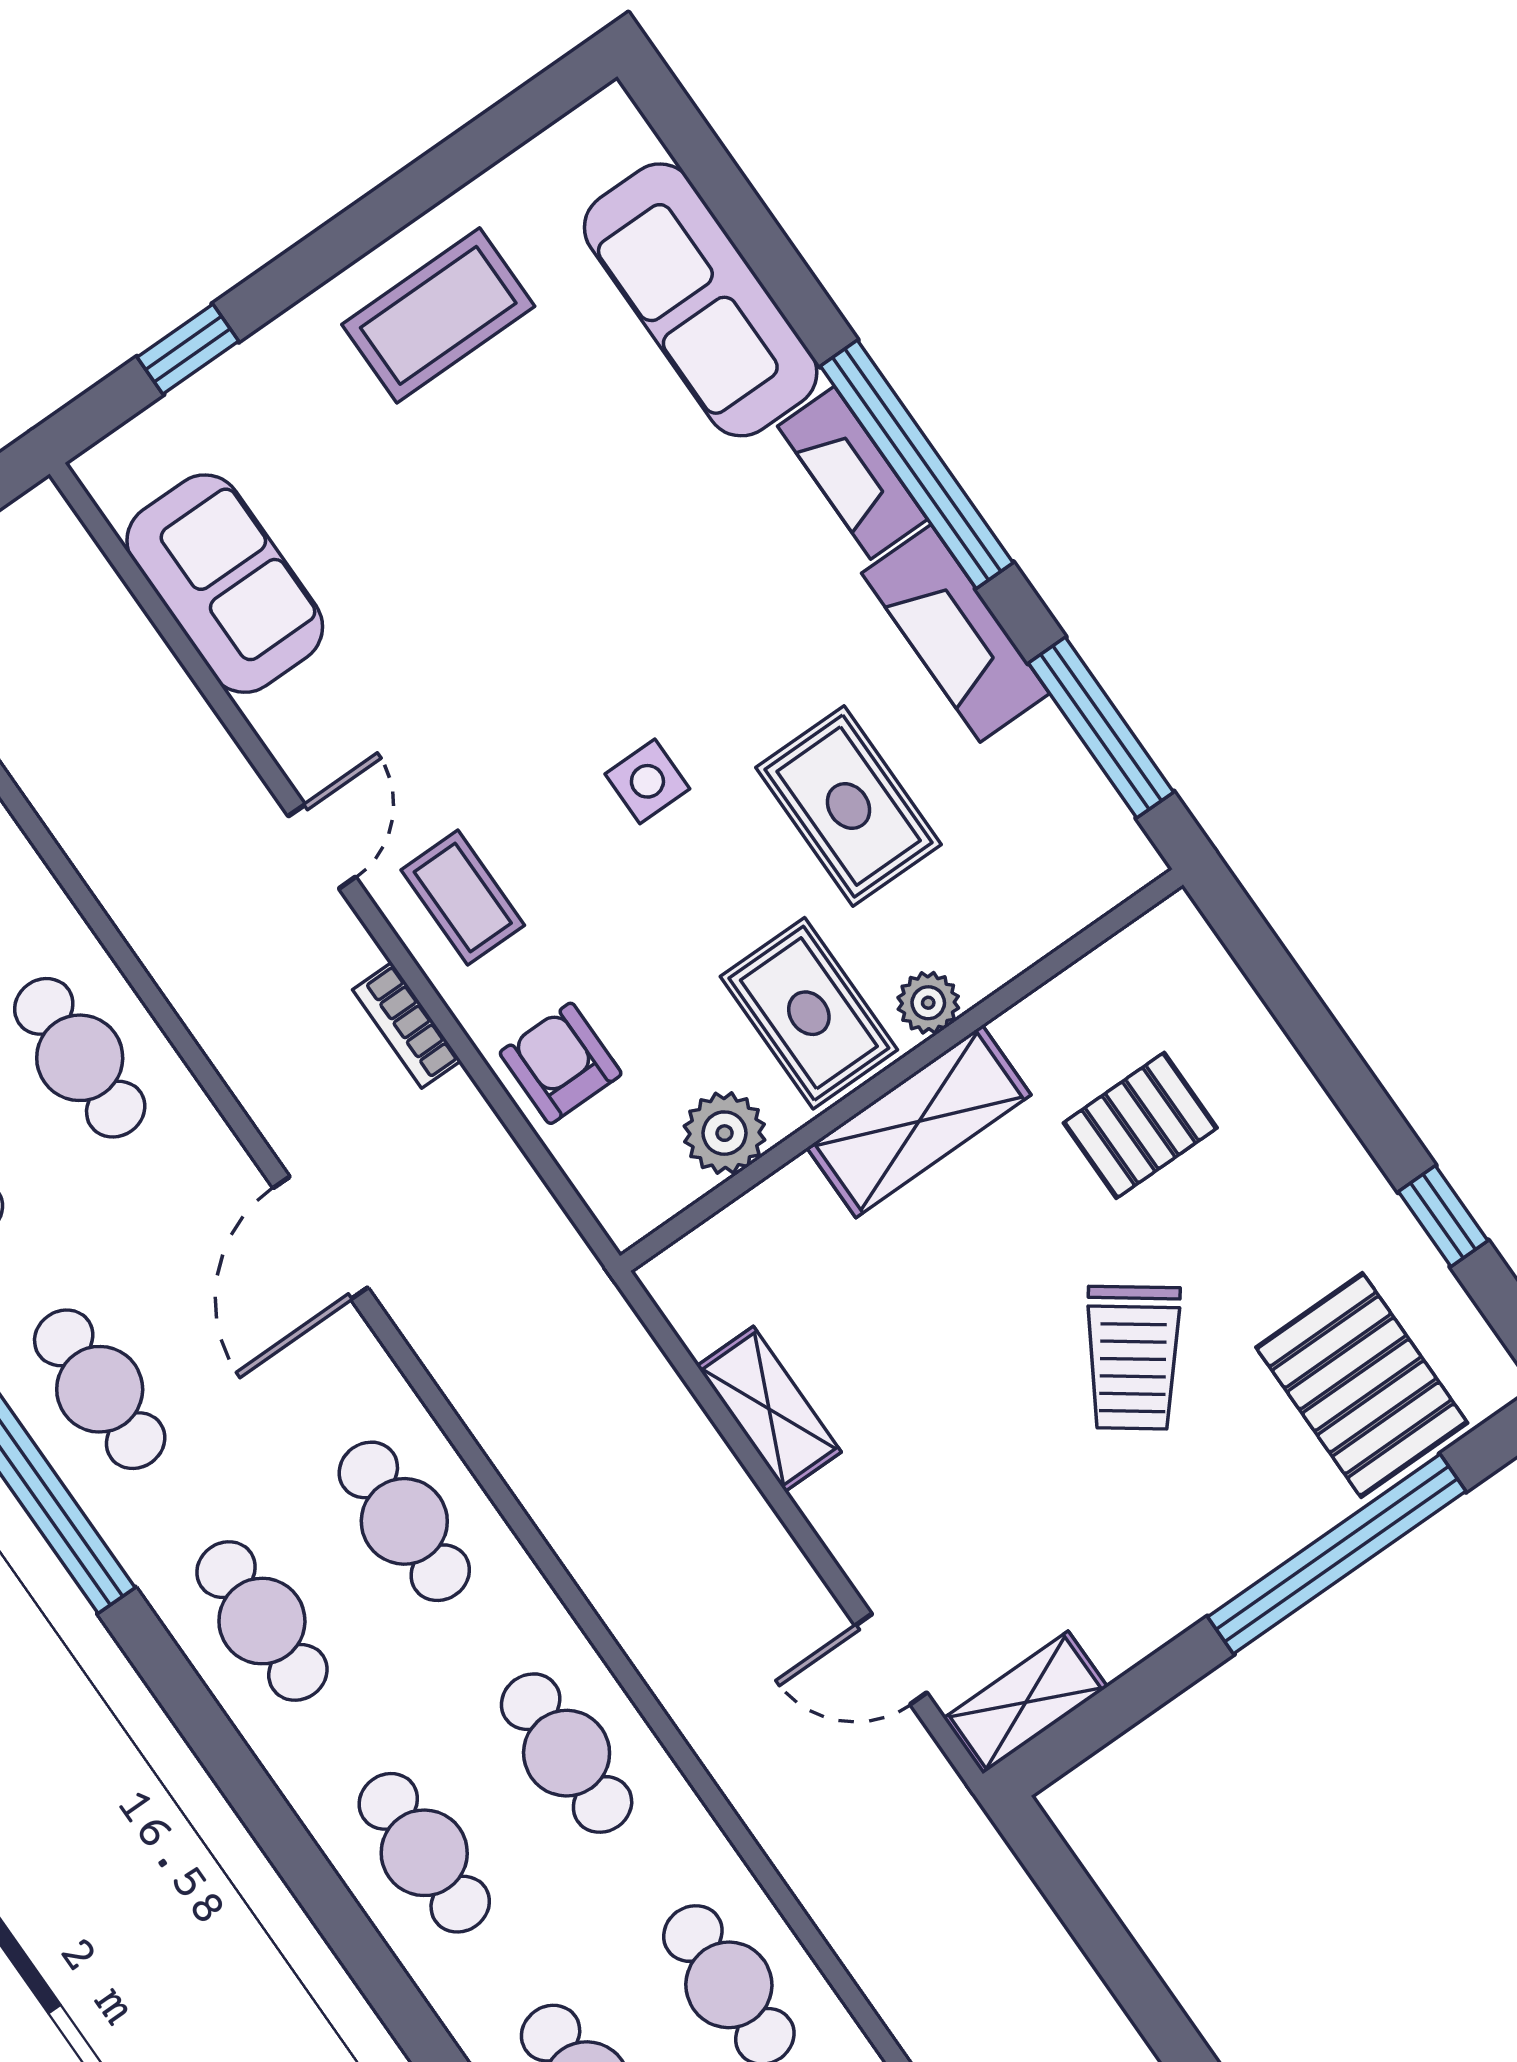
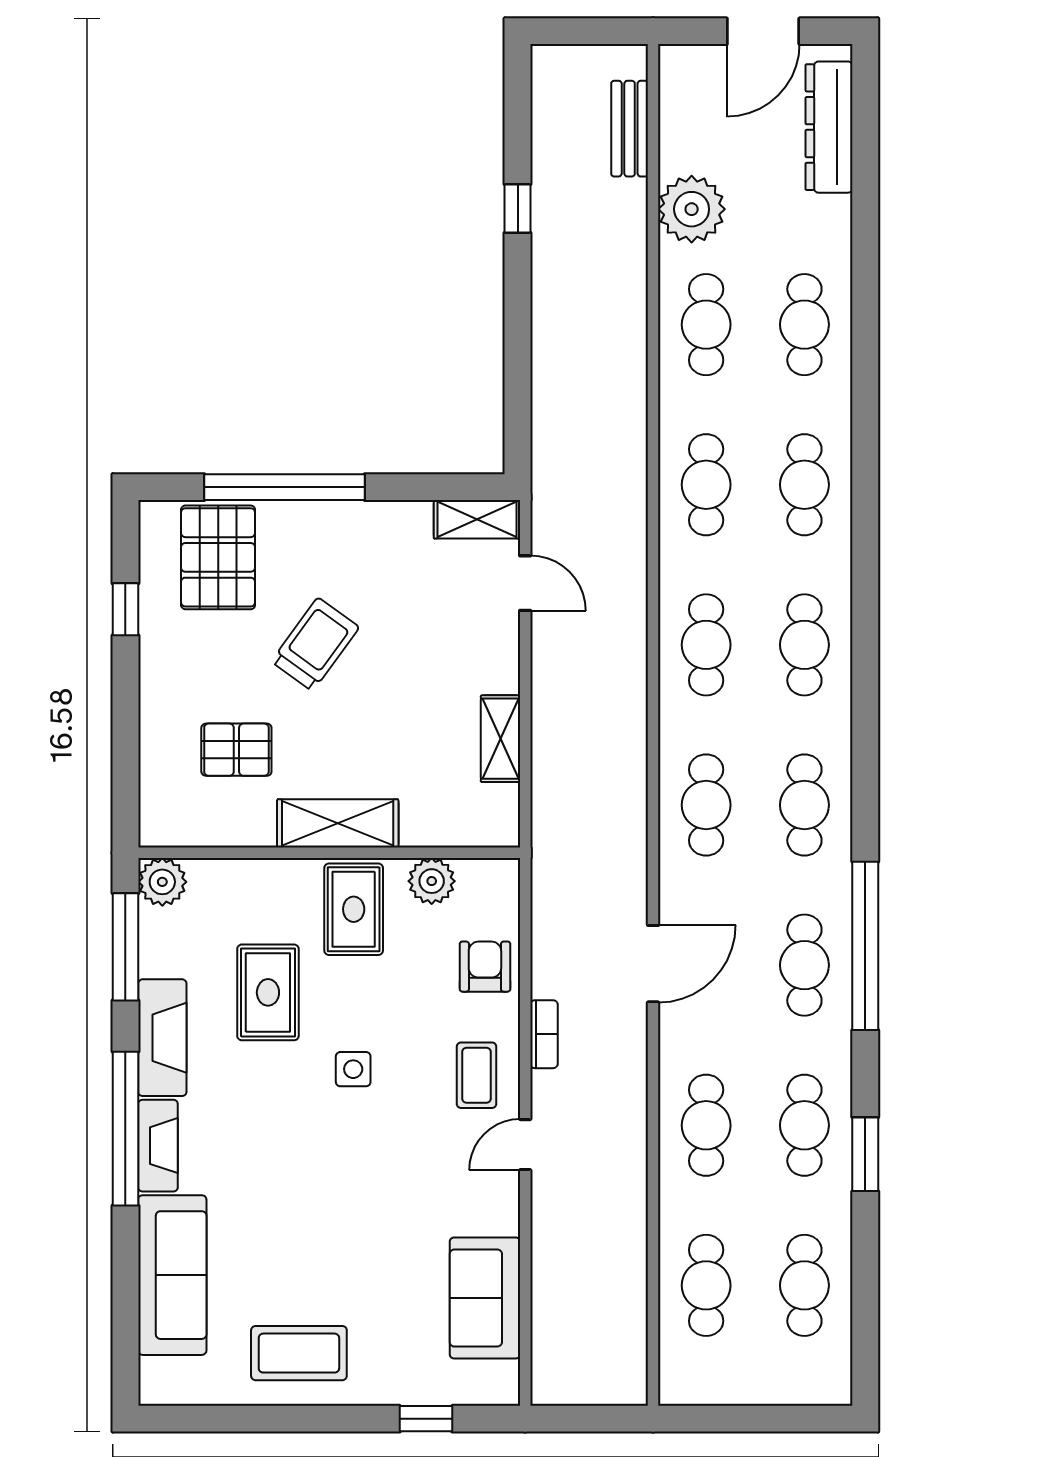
plant: (928, 1003) -> (162, 882), moved, width x1.38, depth x1.38
armchair: (561, 1063) -> (485, 967), turned 180

